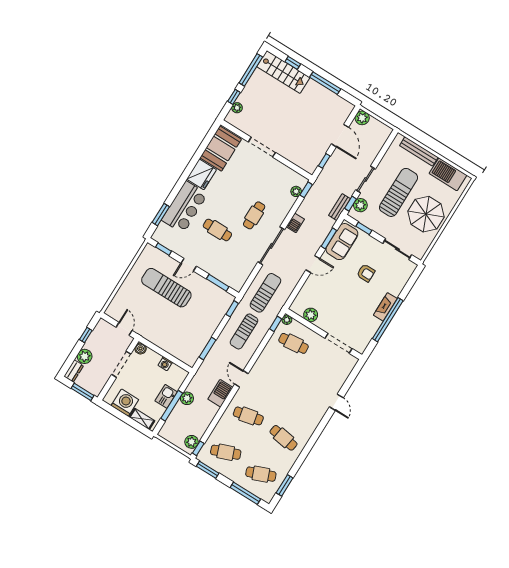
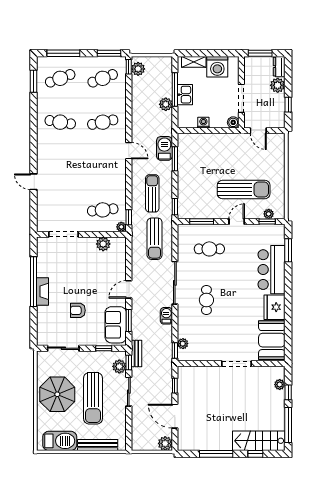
cafe table: (217, 230) -> (209, 249), moved
plant: (158, 255) -> (269, 214), added
barbecue: (220, 393) -> (164, 148), moved, turned 180

